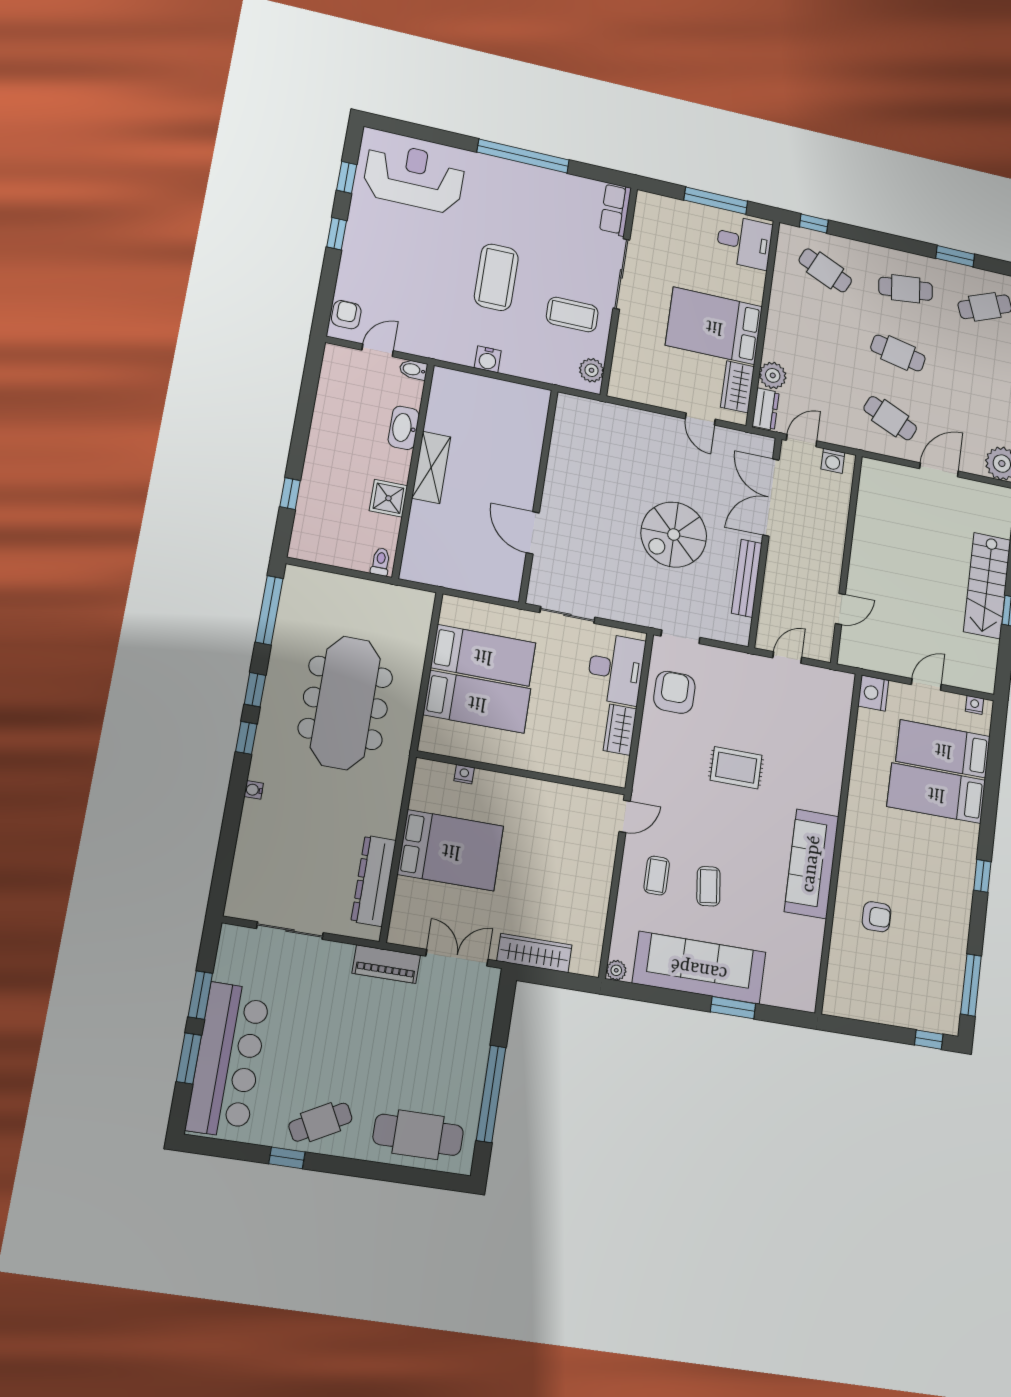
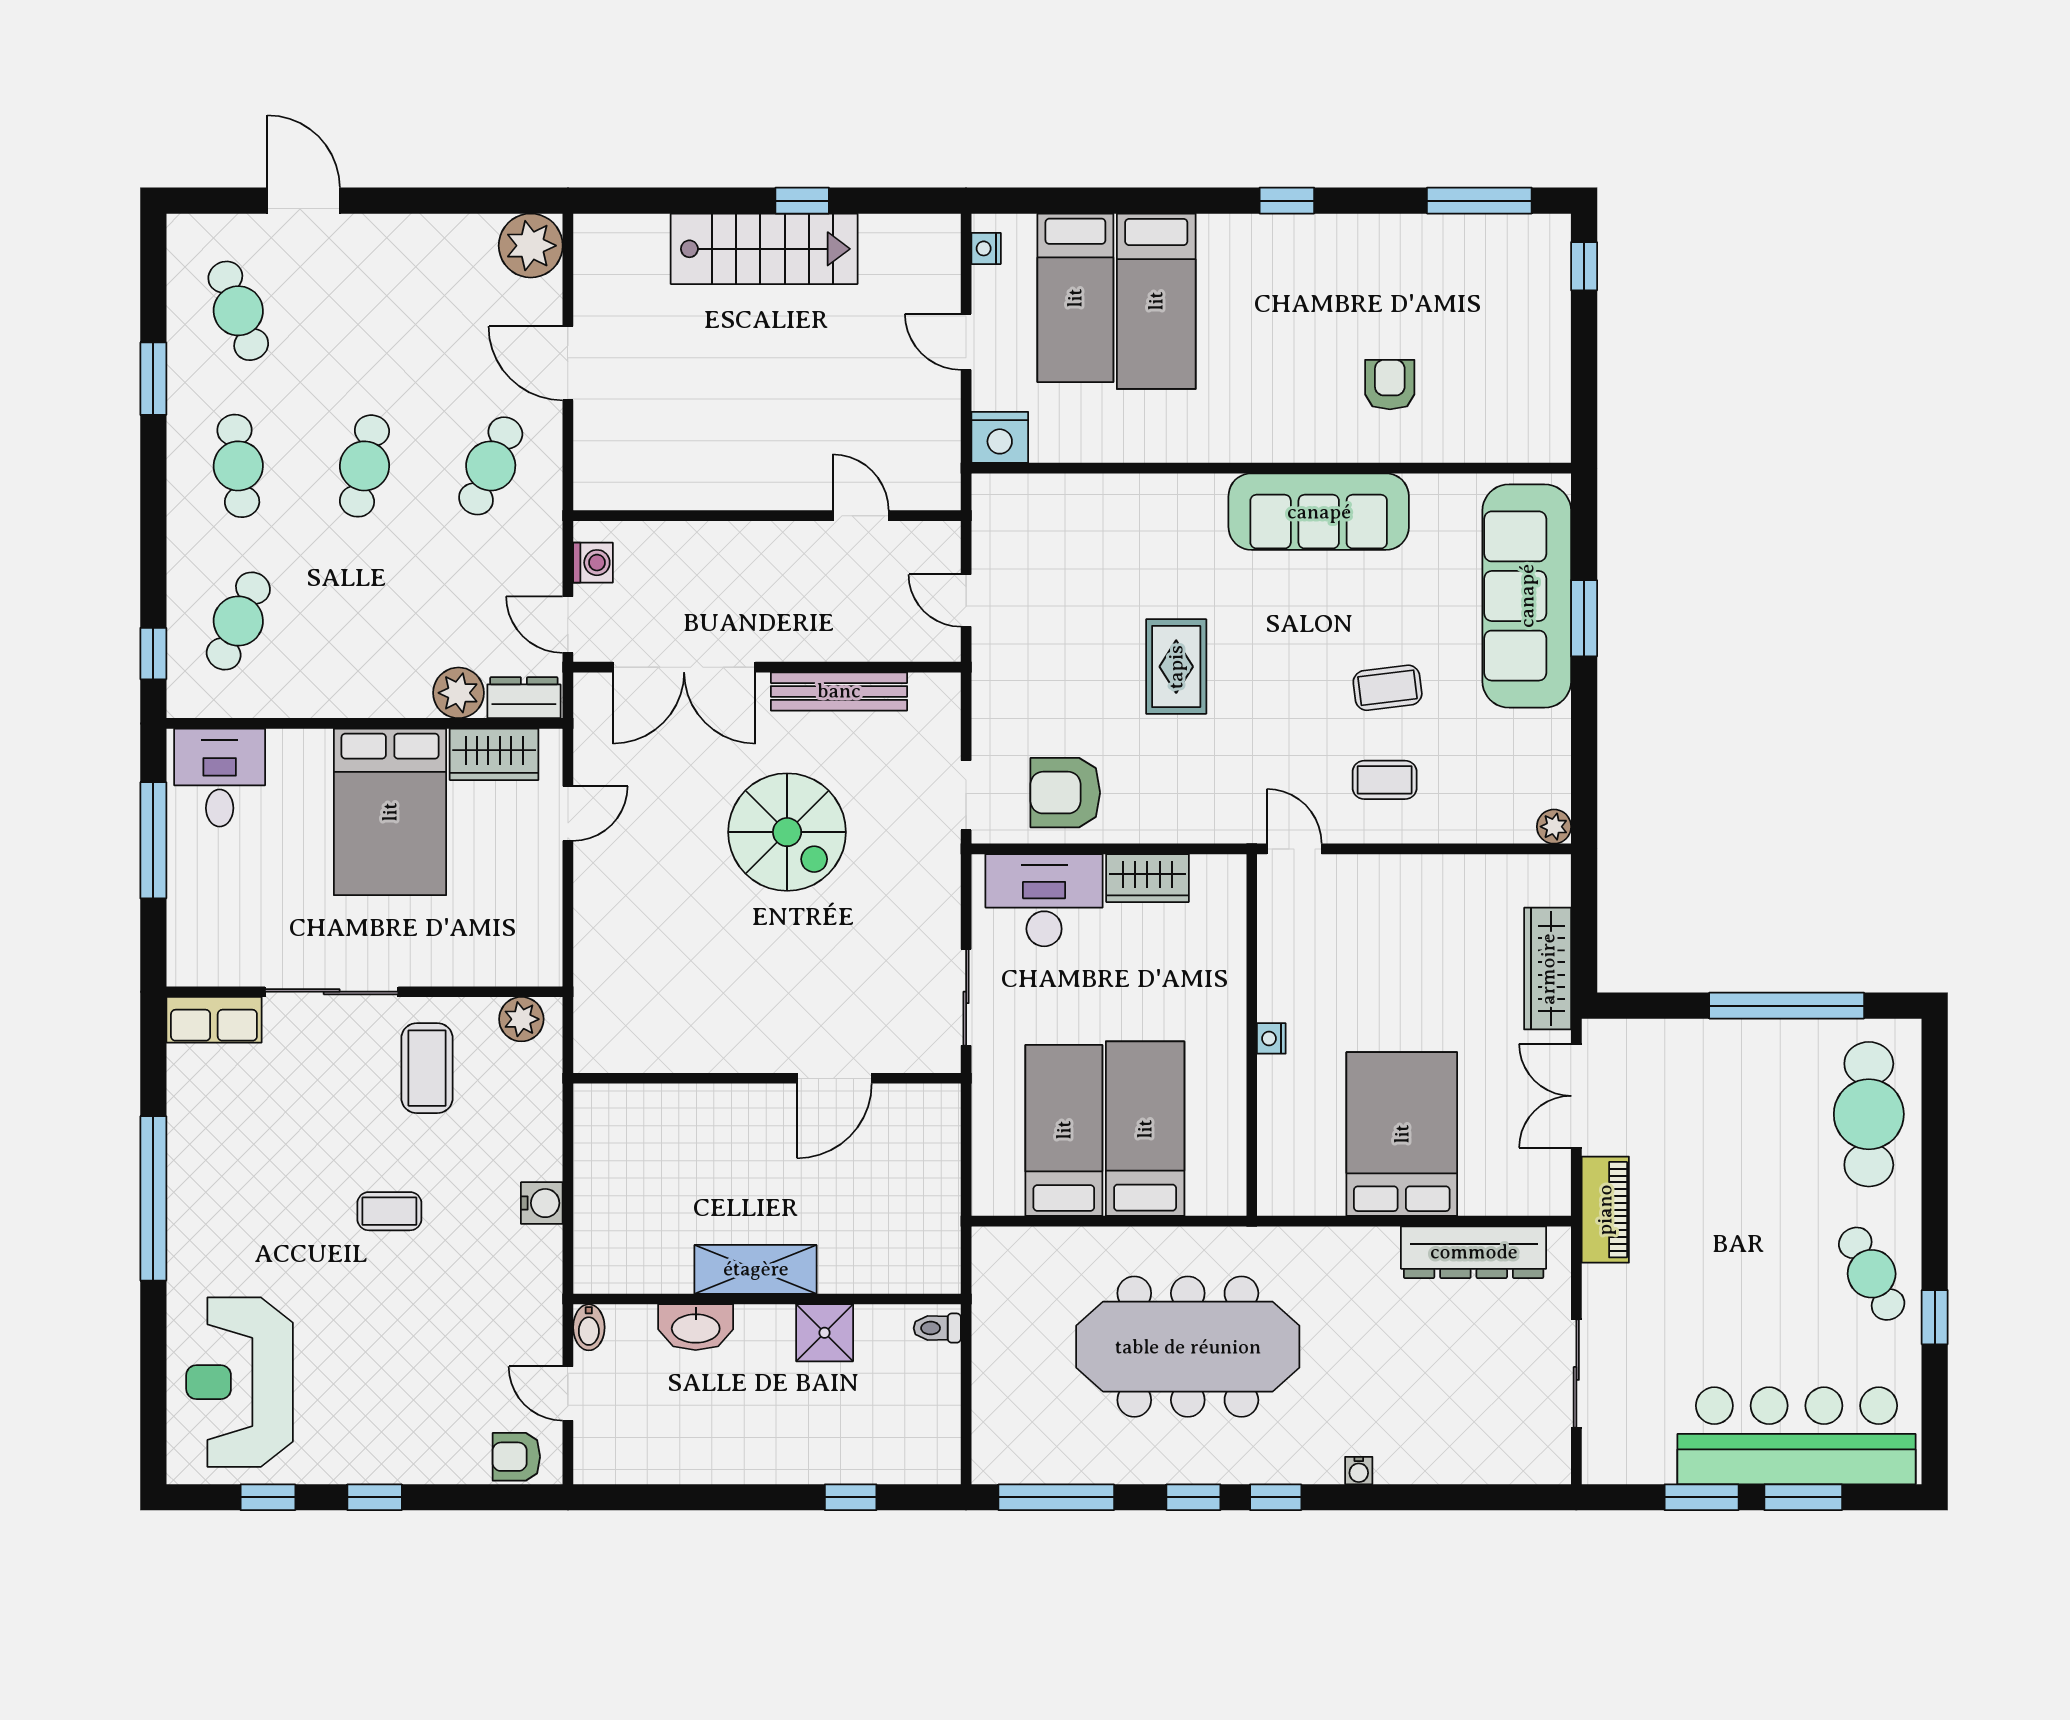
coffee table: (496, 277) -> (389, 1211), width x0.54, depth x0.58
nightstand: (464, 774) -> (1271, 1038), moved
sofa: (699, 968) -> (1527, 596), moved

